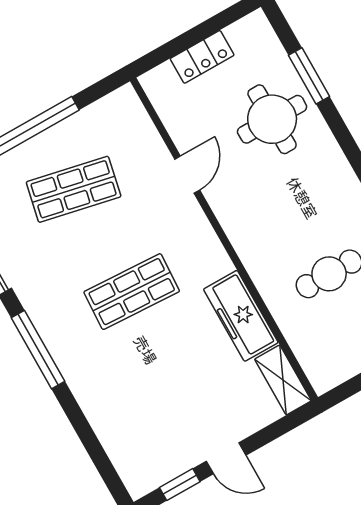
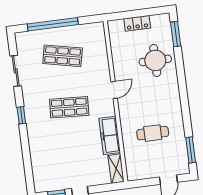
window: (309, 76) -> (176, 34), moved
door: (187, 175) -> (114, 90), moved
window: (38, 350) -> (21, 115), width x0.46

